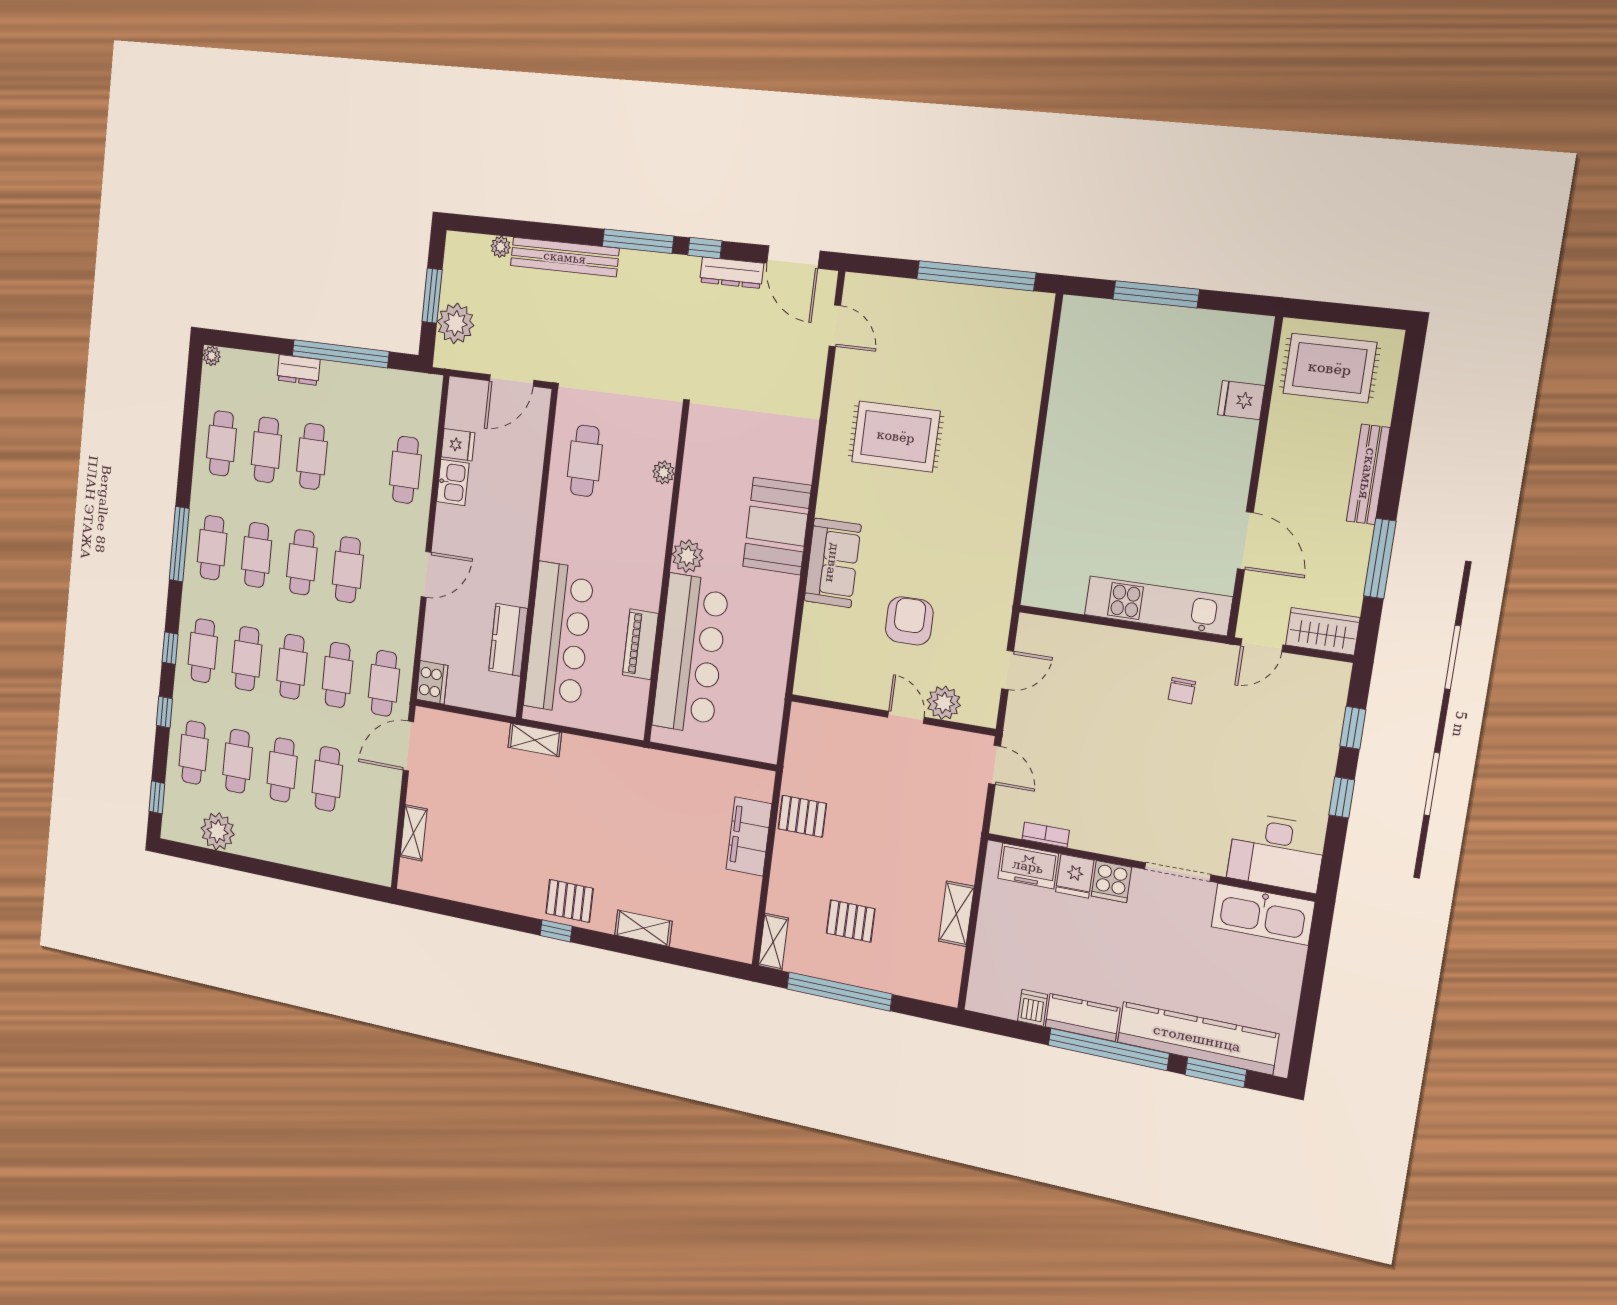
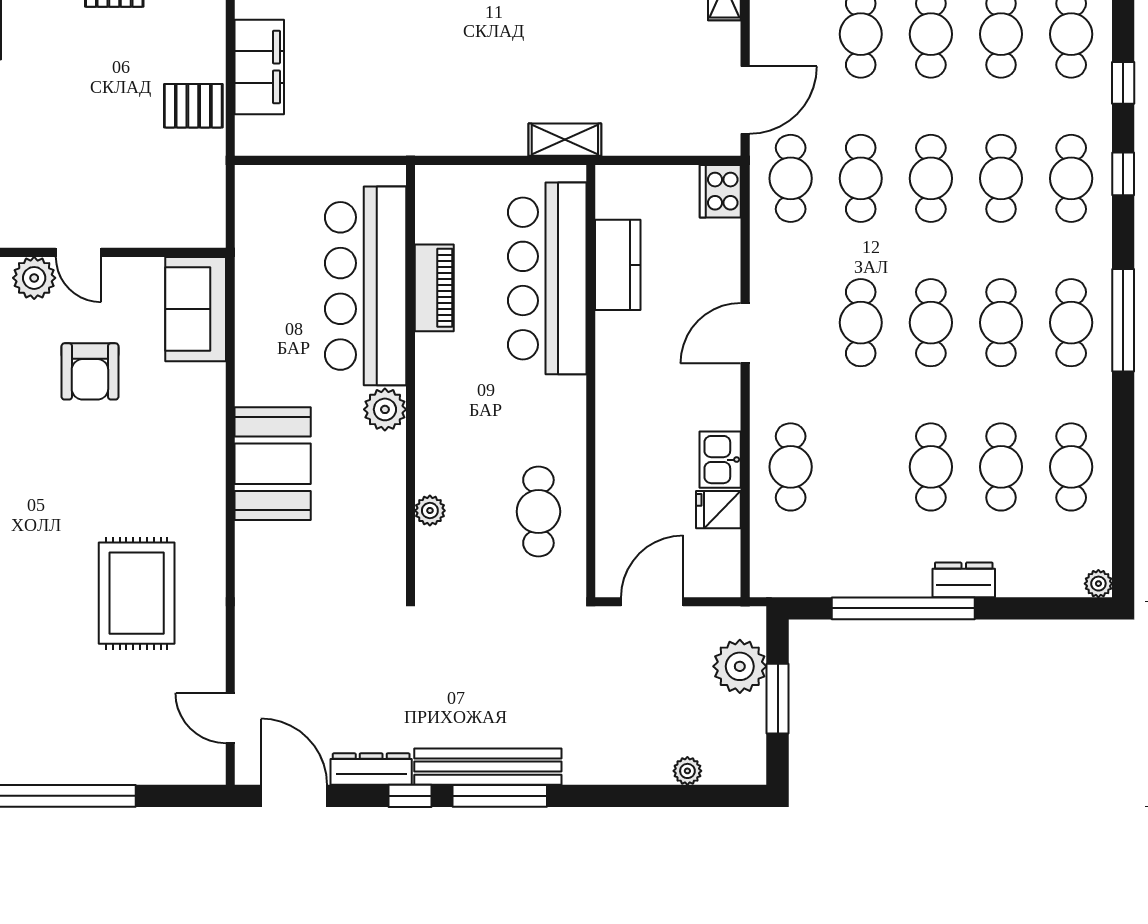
bench: (565, 257) -> (488, 767), moved
rug: (896, 436) -> (137, 593), turned 90
sofa: (833, 563) -> (196, 309), moved

